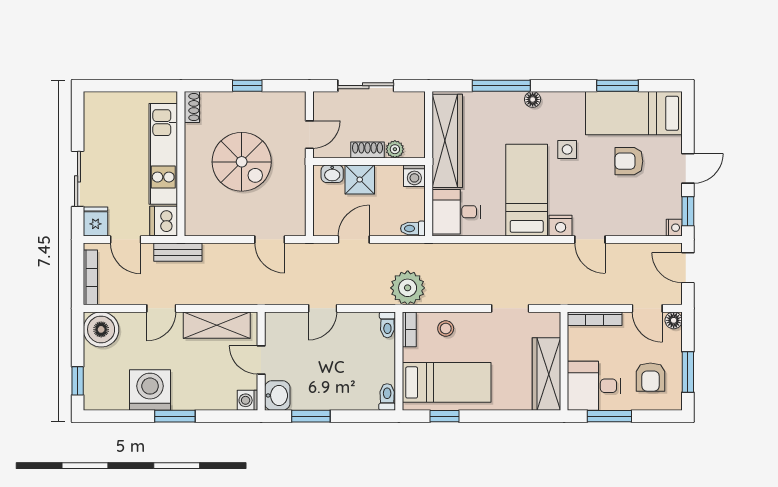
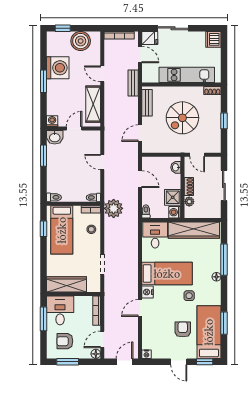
shower: (360, 180) -> (173, 197), moved
window: (688, 211) -> (205, 362), moved
dishwasher: (164, 221) -> (213, 39), moved, turned -90
bench: (214, 227) -> (147, 103), added
door: (126, 239) -> (140, 54), swing flipped
boiler: (101, 329) -> (81, 41), moved

